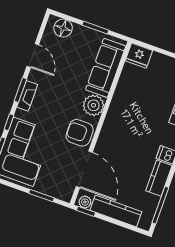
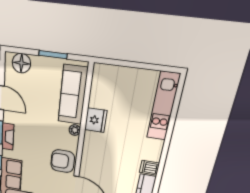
fridge: (139, 56) -> (96, 120), moved, turned -90
plant: (94, 105) -> (75, 130), width x0.53, depth x0.53

